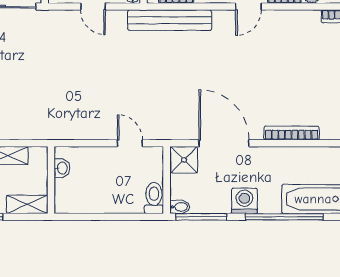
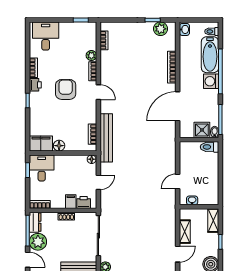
door: (130, 143) -> (178, 181), moved
shower: (184, 160) -> (202, 130), moved
washing machine: (244, 201) -> (211, 81), moved

